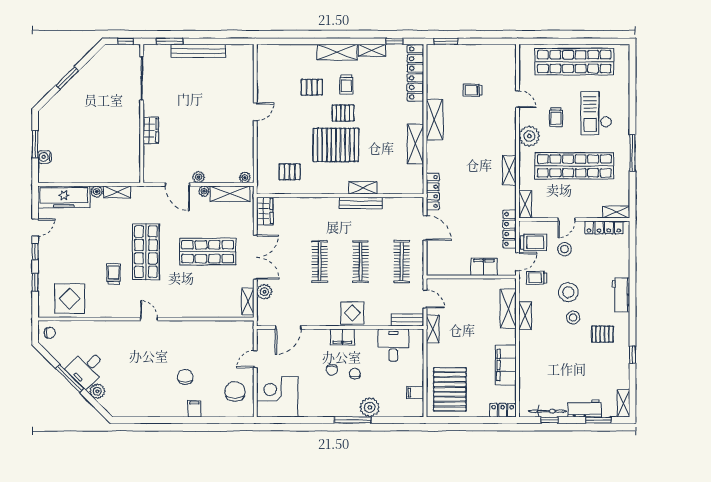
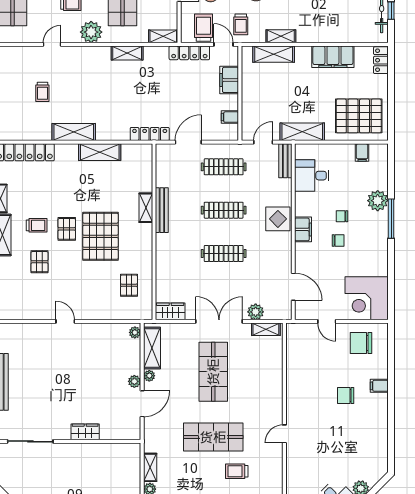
filing cabinet: (449, 267) -> (230, 117), added
shelving: (433, 329) -> (302, 132), width x1.50, depth x1.33

